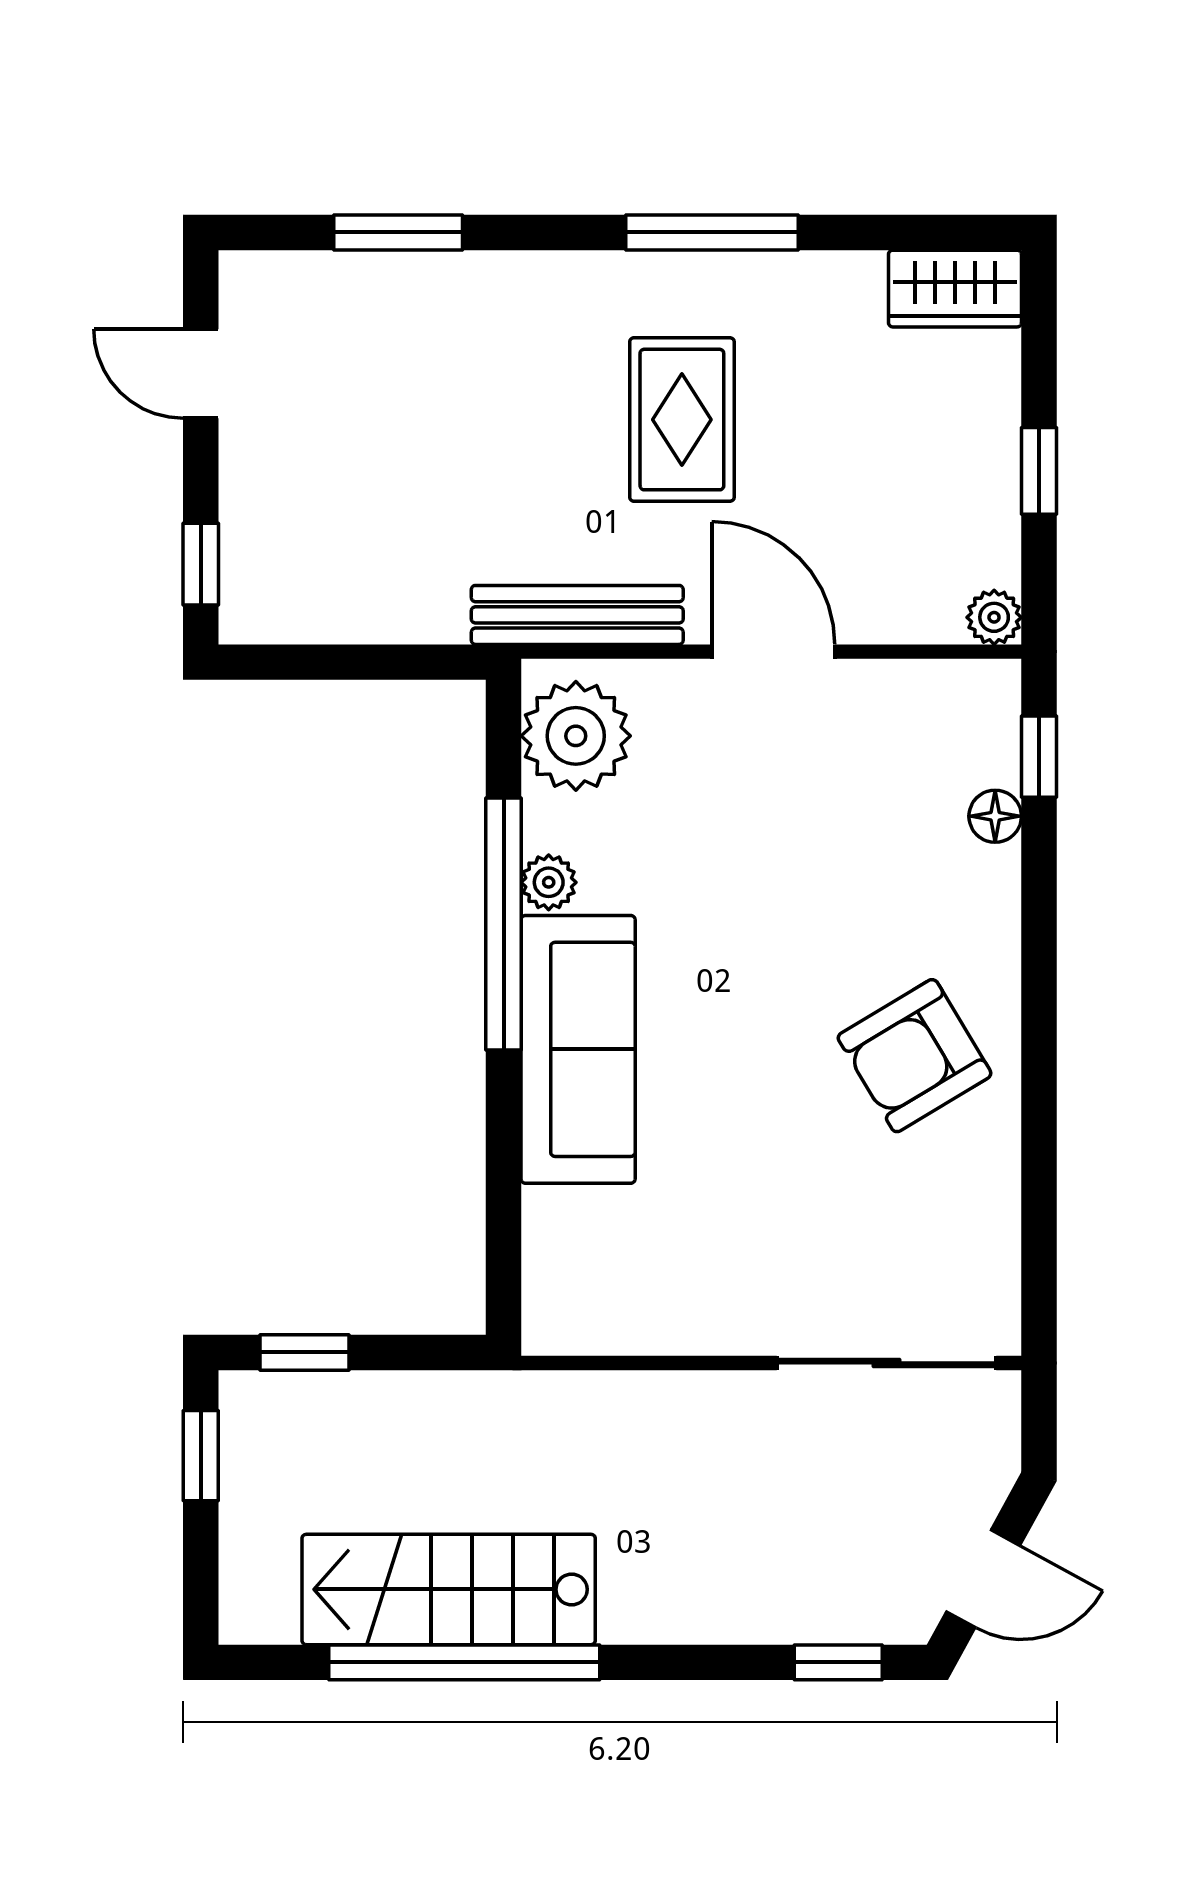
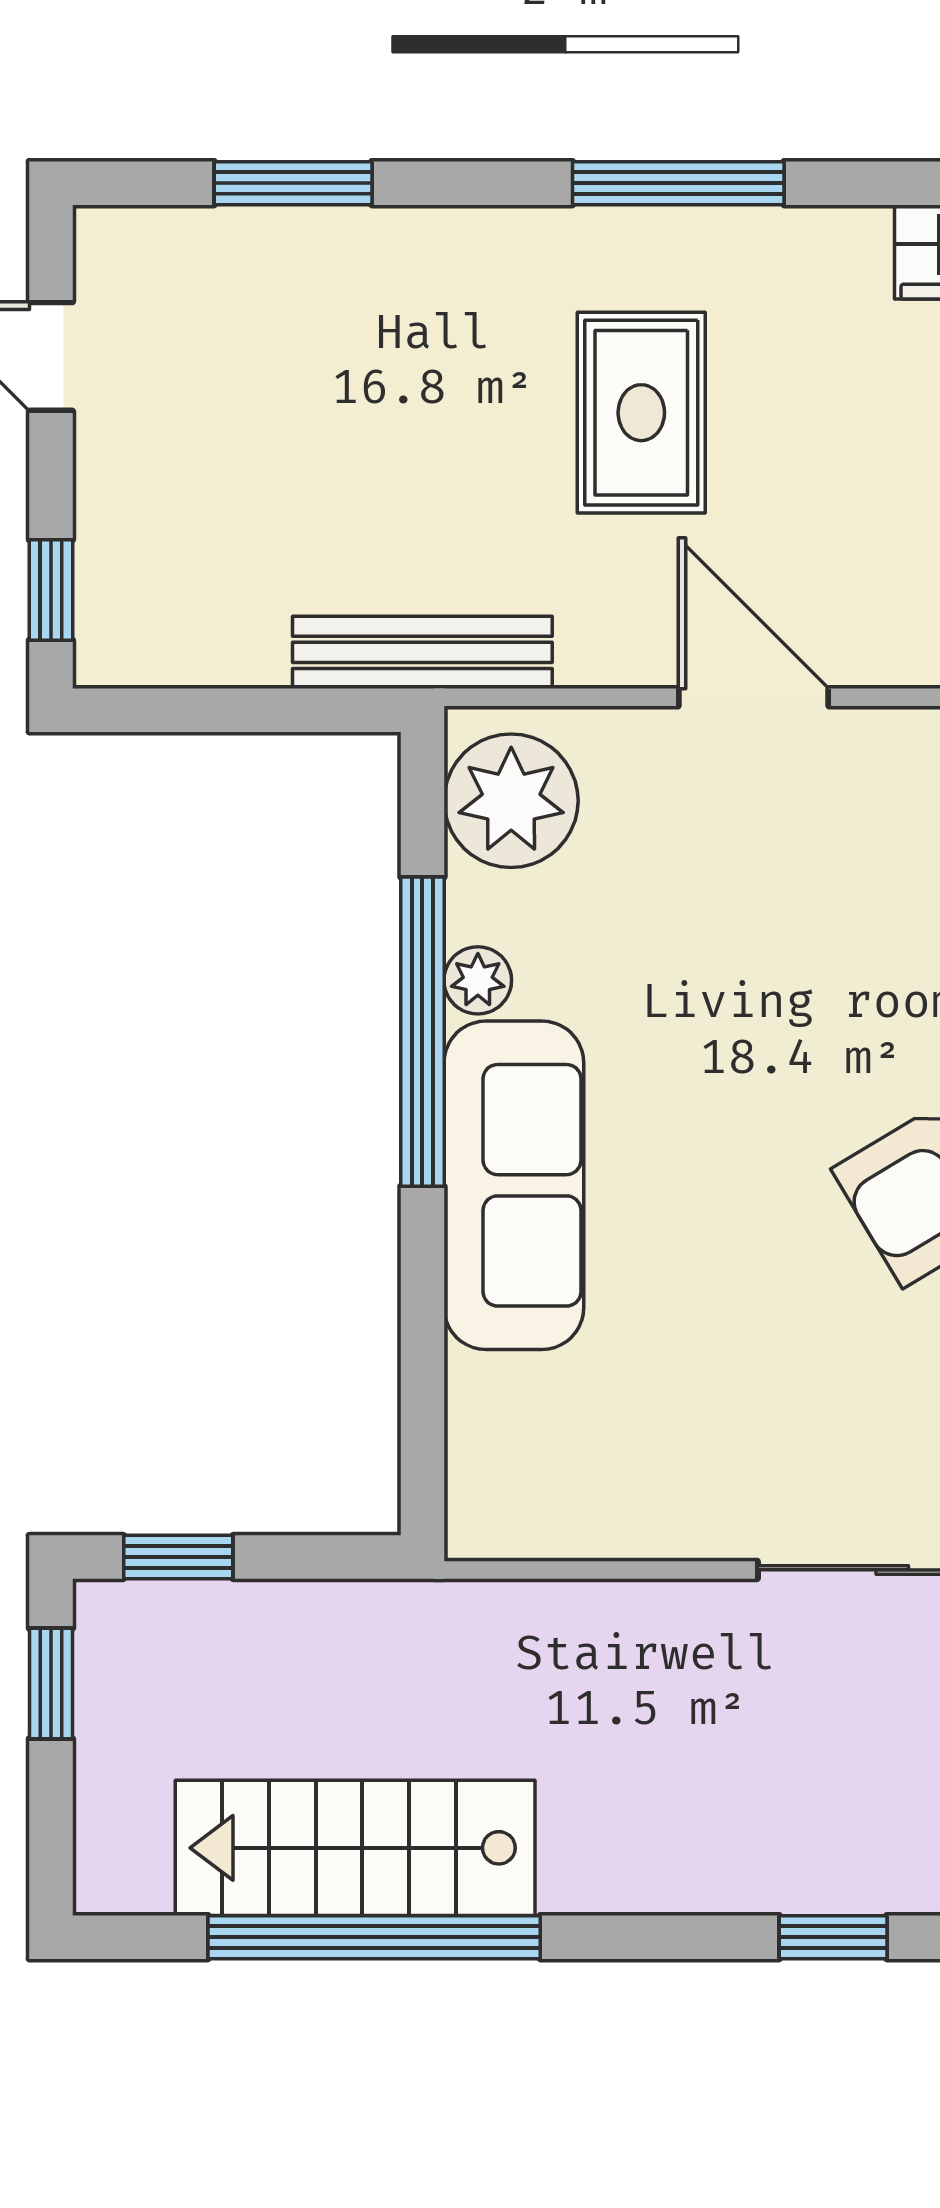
bench: (577, 615) -> (422, 652), moved

